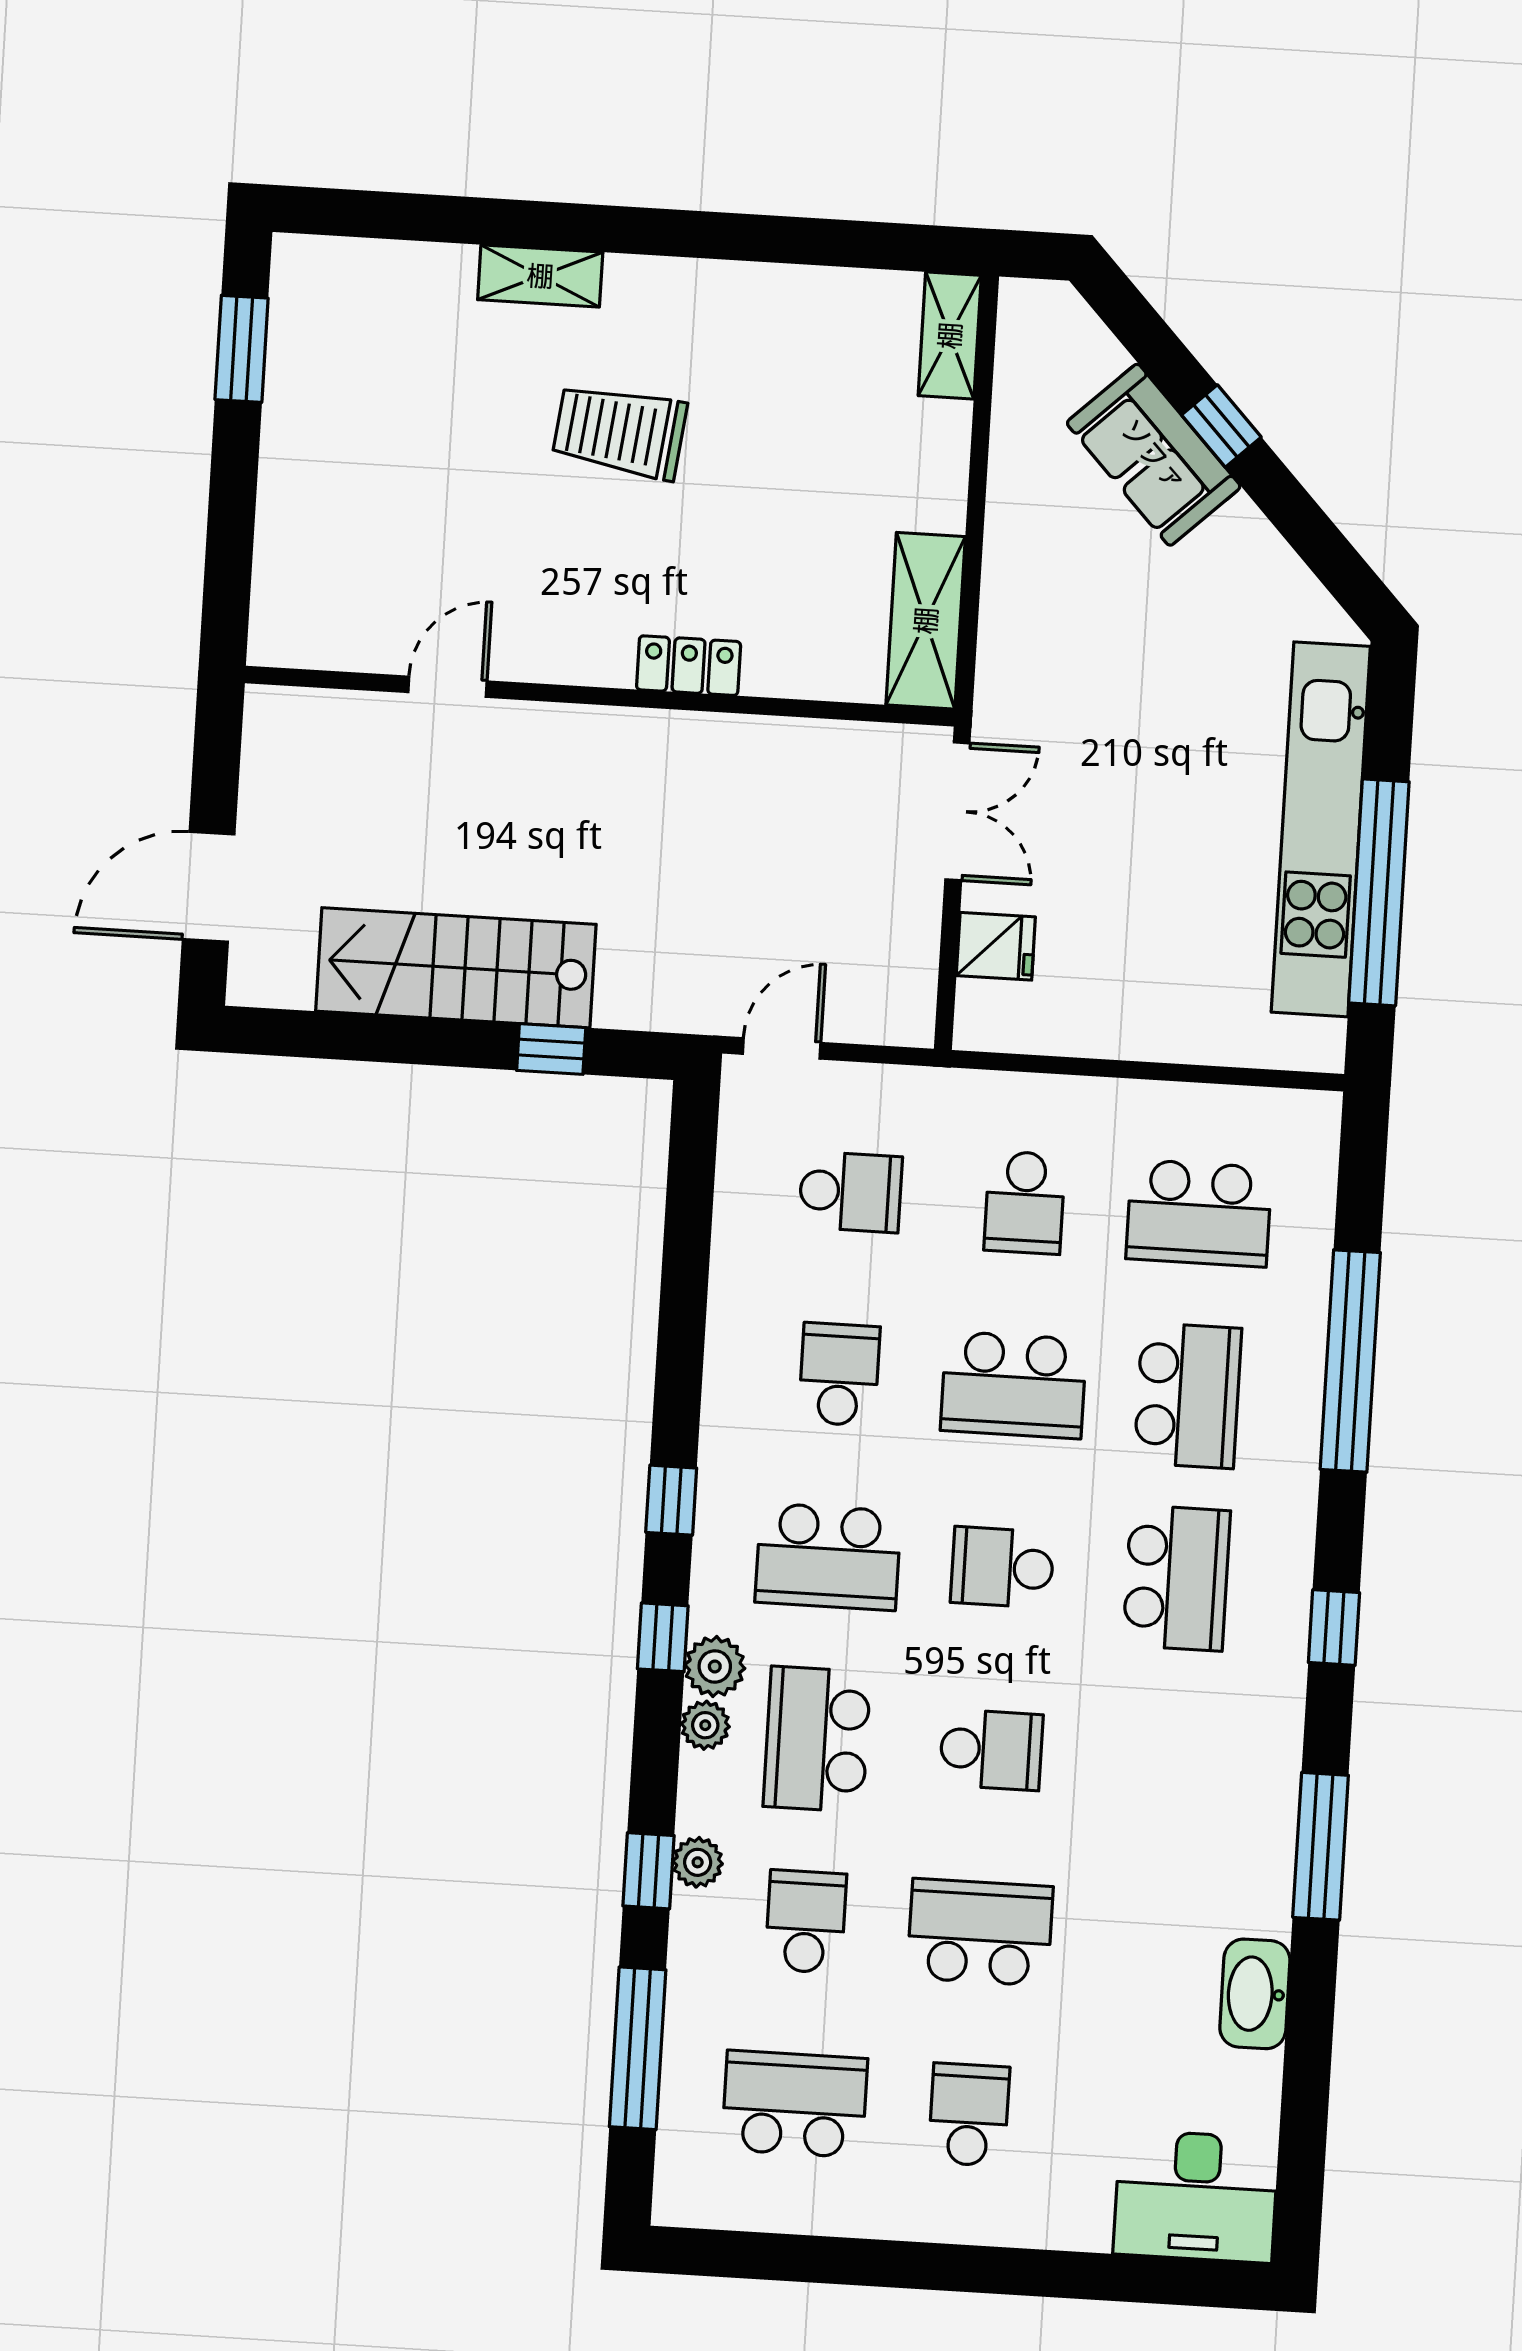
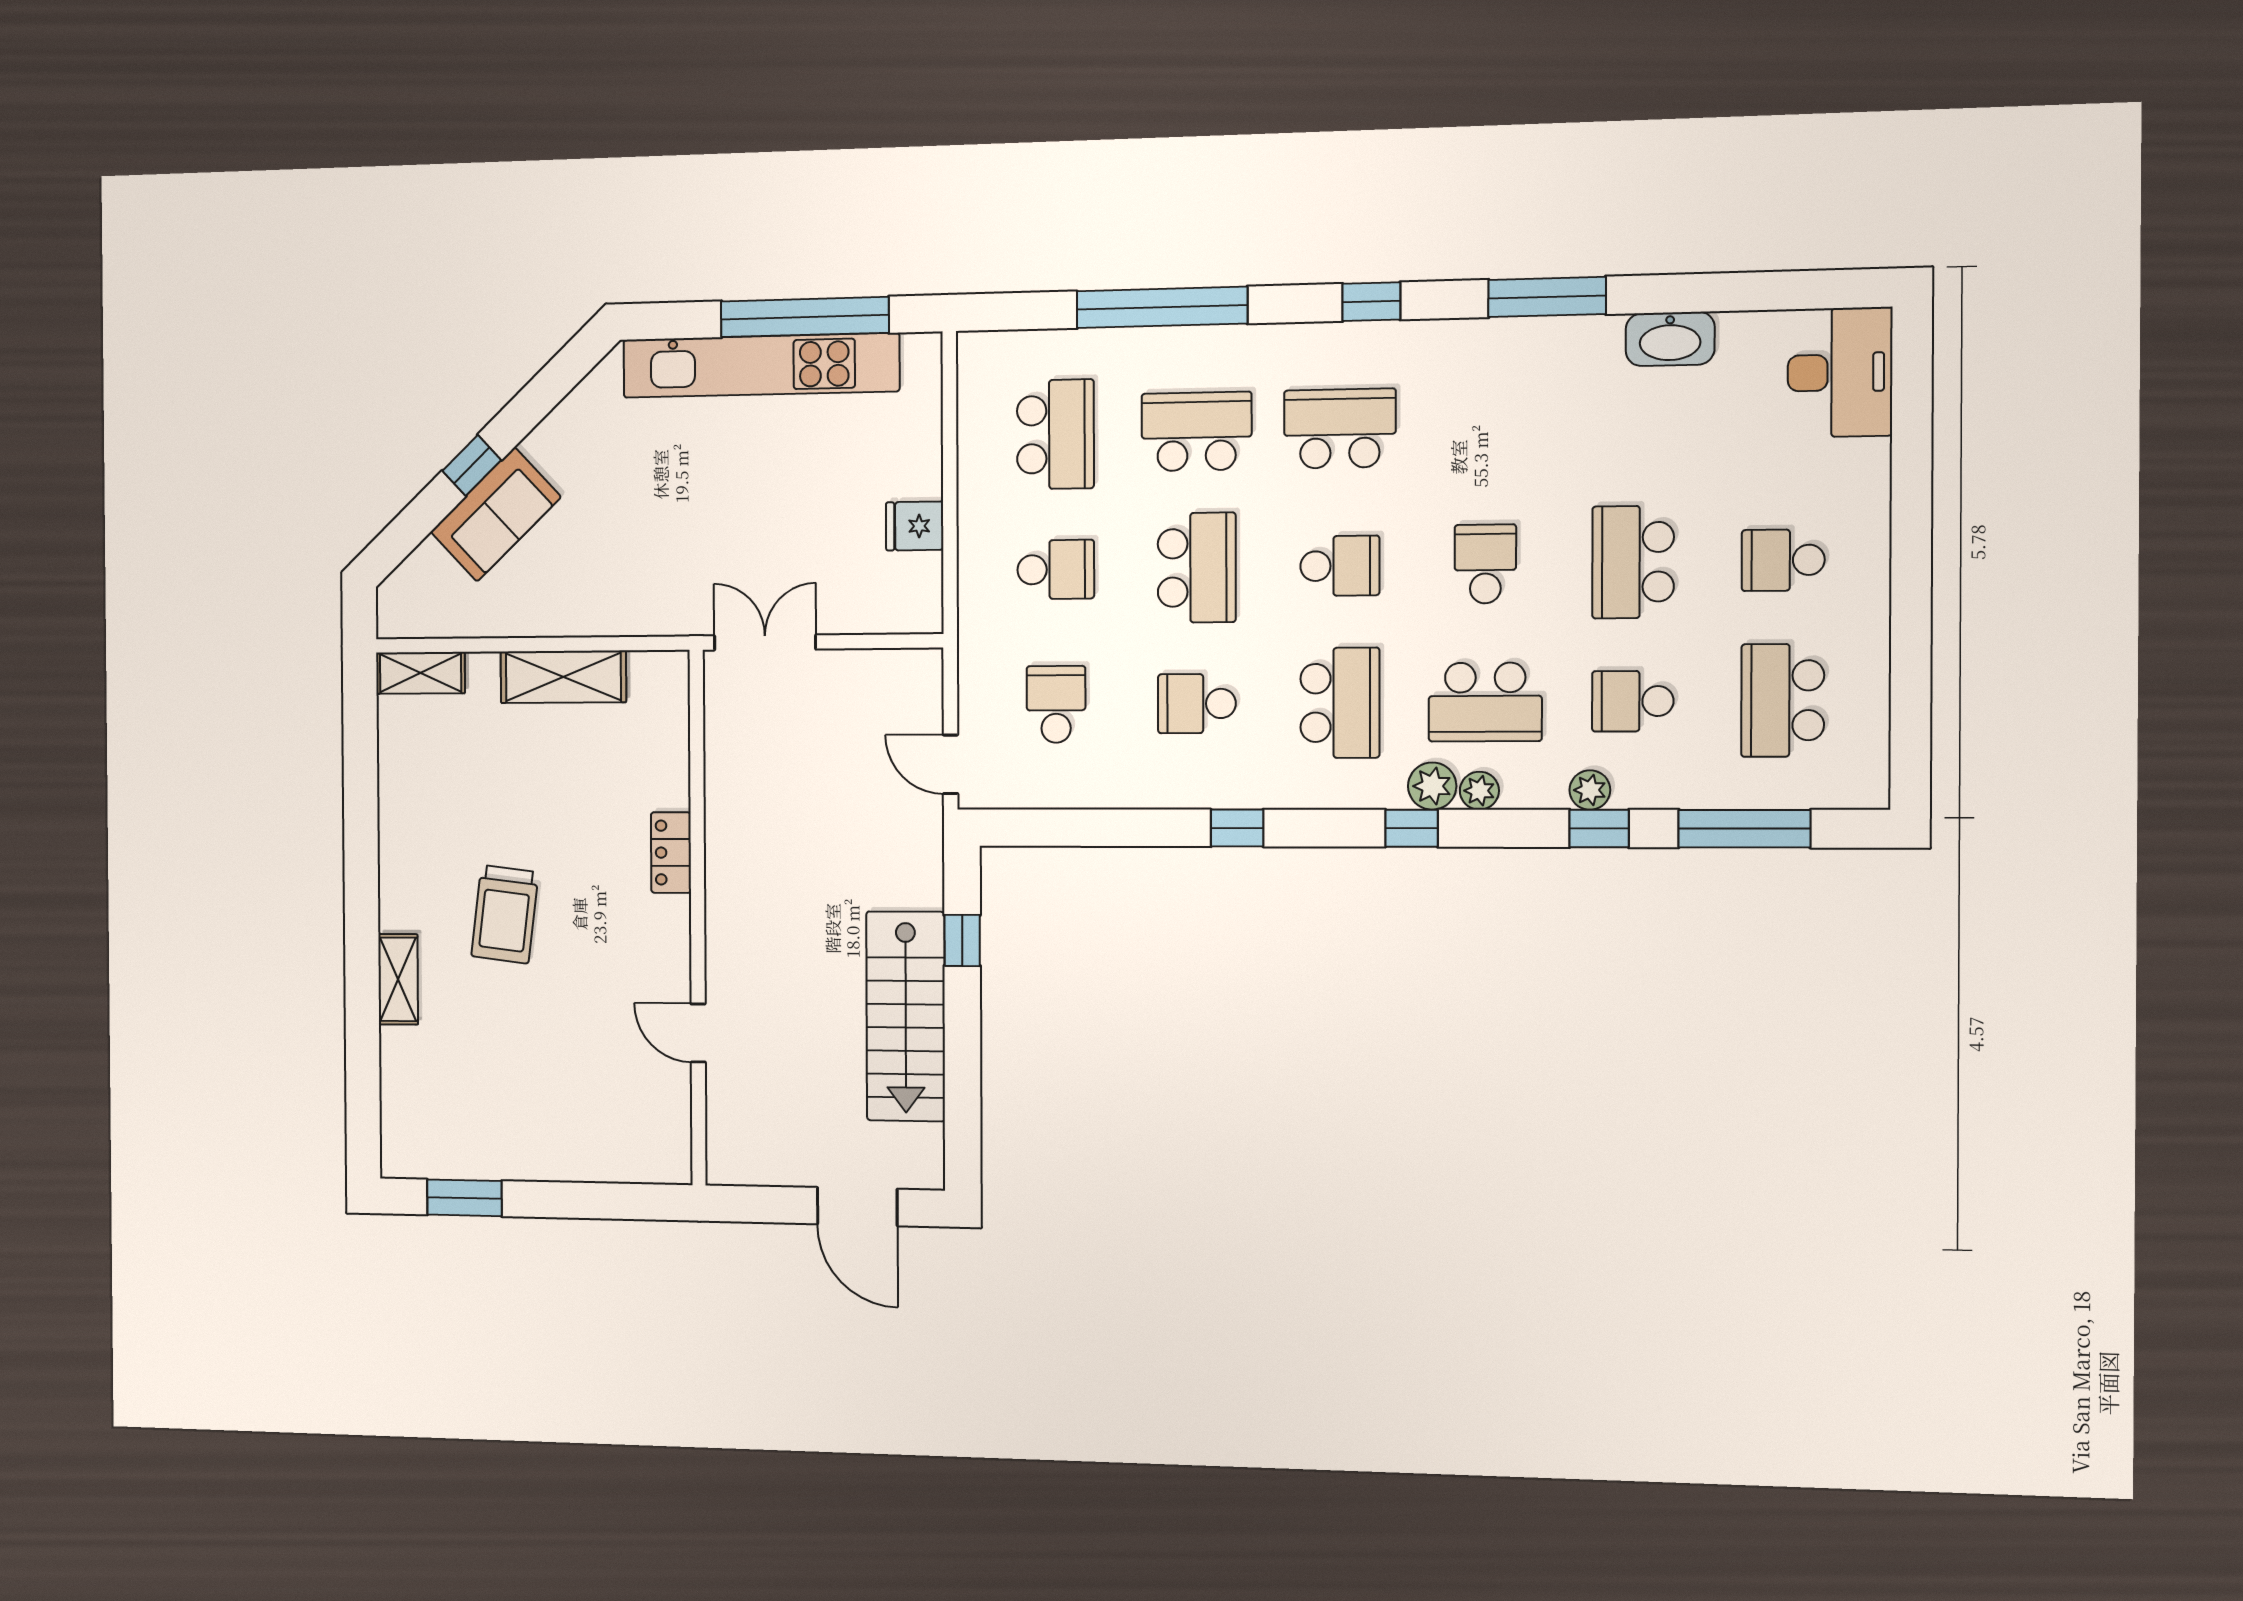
shelving: (926, 621) -> (563, 677), moved
fridge: (996, 946) -> (915, 526), moved, turned -90
window: (671, 1500) -> (1237, 828), moved
school desk: (1002, 1567) -> (1340, 566), turned -90

